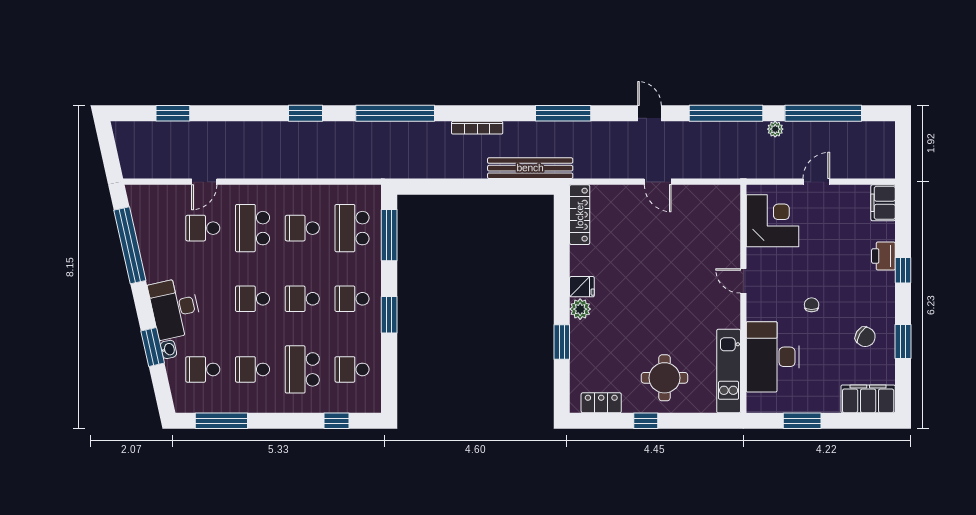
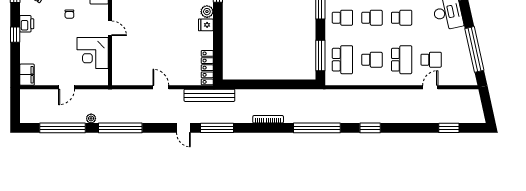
door: (650, 113) -> (183, 128), moved
bench: (530, 168) -> (209, 95), moved
corner desk: (772, 221) -> (93, 53), moved
printer: (883, 256) -> (27, 24), moved

